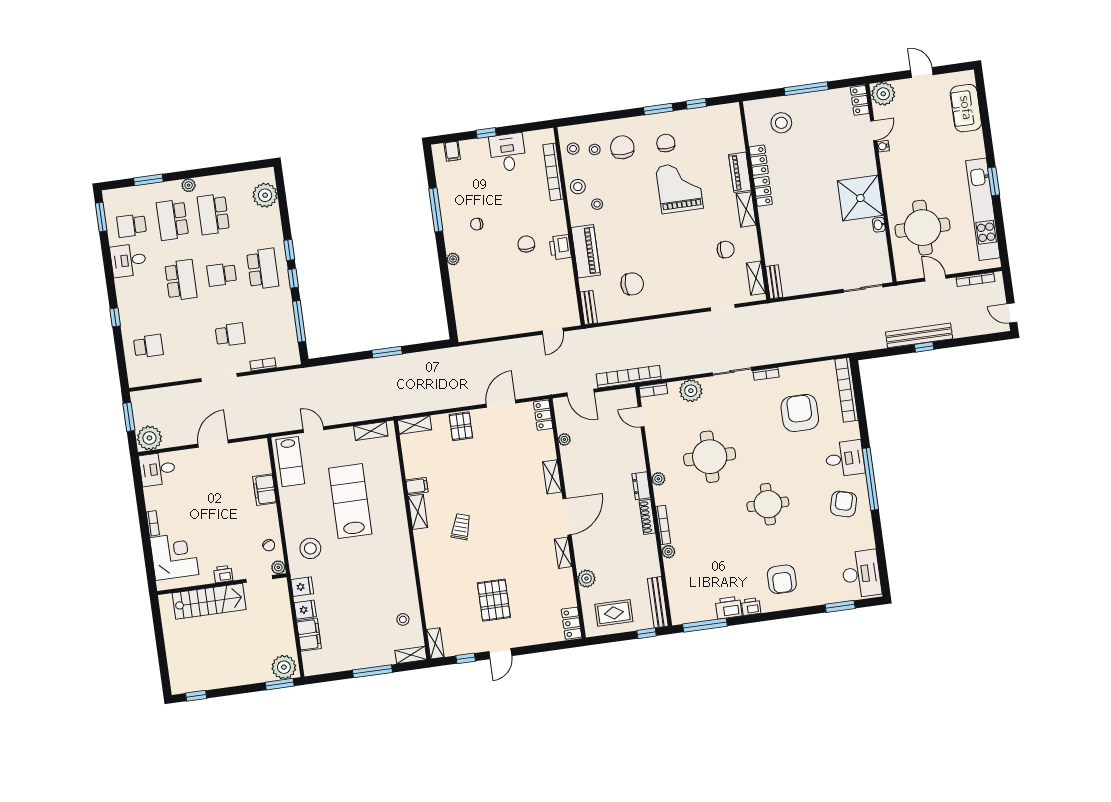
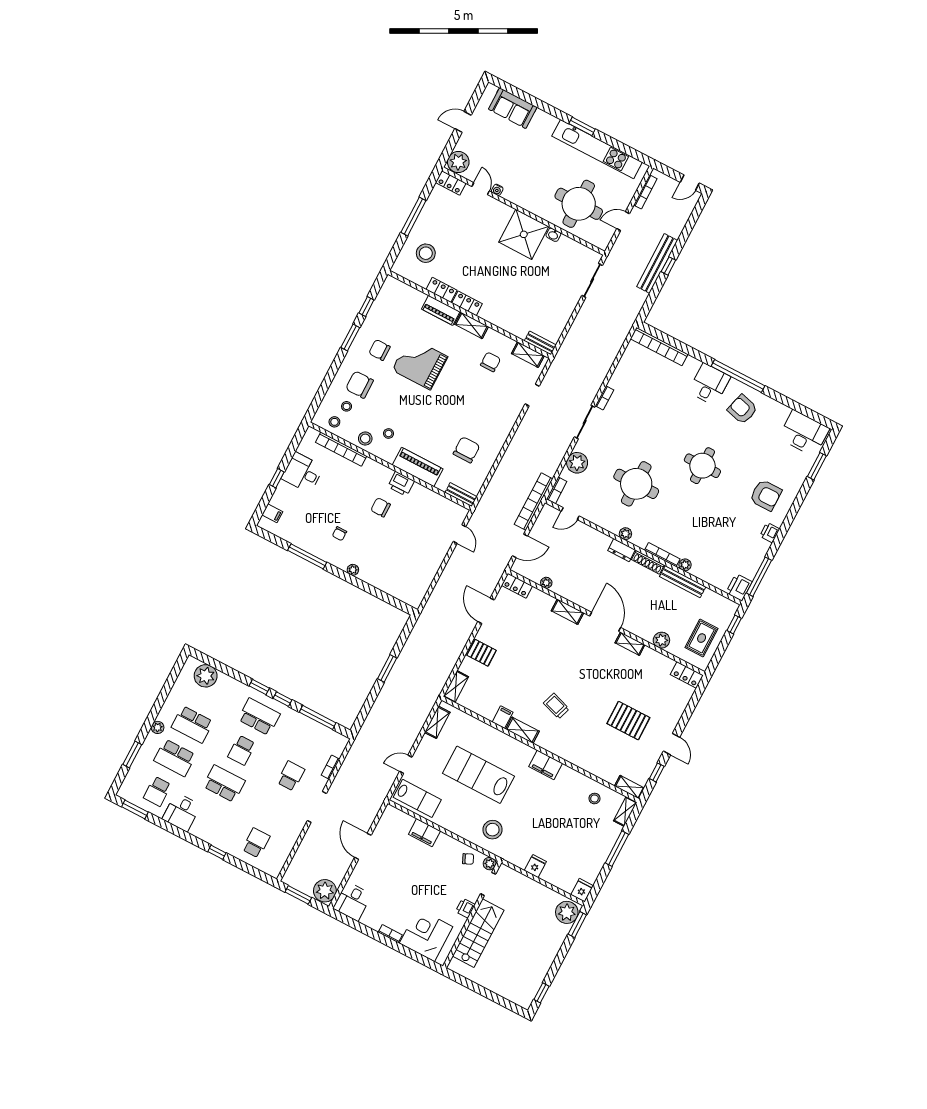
armchair: (800, 413) -> (652, 394), removed
fridge: (302, 587) -> (582, 890), moved
bench: (658, 602) -> (683, 582), moved
printer: (729, 608) -> (739, 587), moved
filing cabinet: (309, 635) -> (546, 765), moved, turned 180

